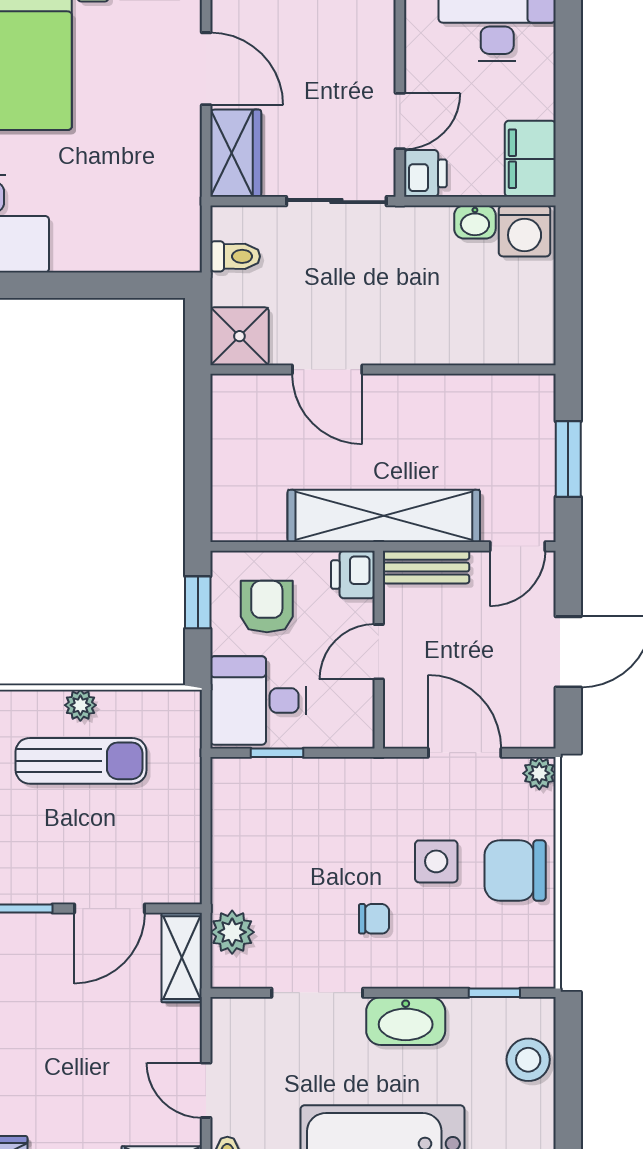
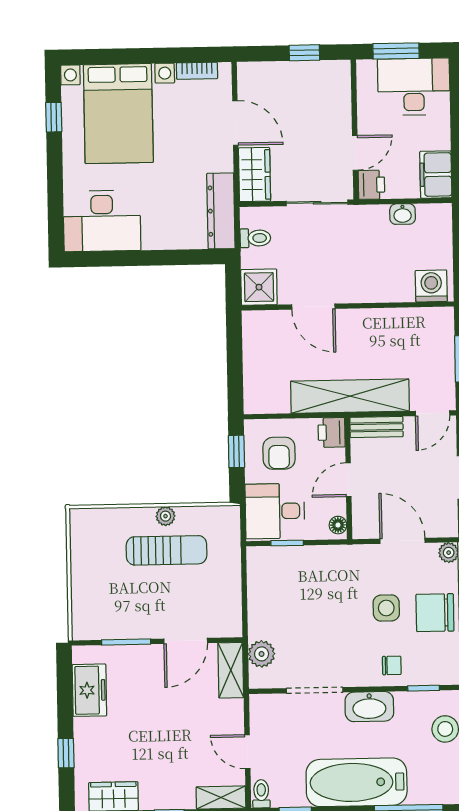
dresser: (180, 211) -> (221, 211), added
washing machine: (525, 231) -> (431, 286), moved, turned 180
armchair: (267, 607) -> (279, 453), turned 180
floor lamp: (360, 725) -> (338, 525), added
chair: (374, 919) -> (392, 665), moved

